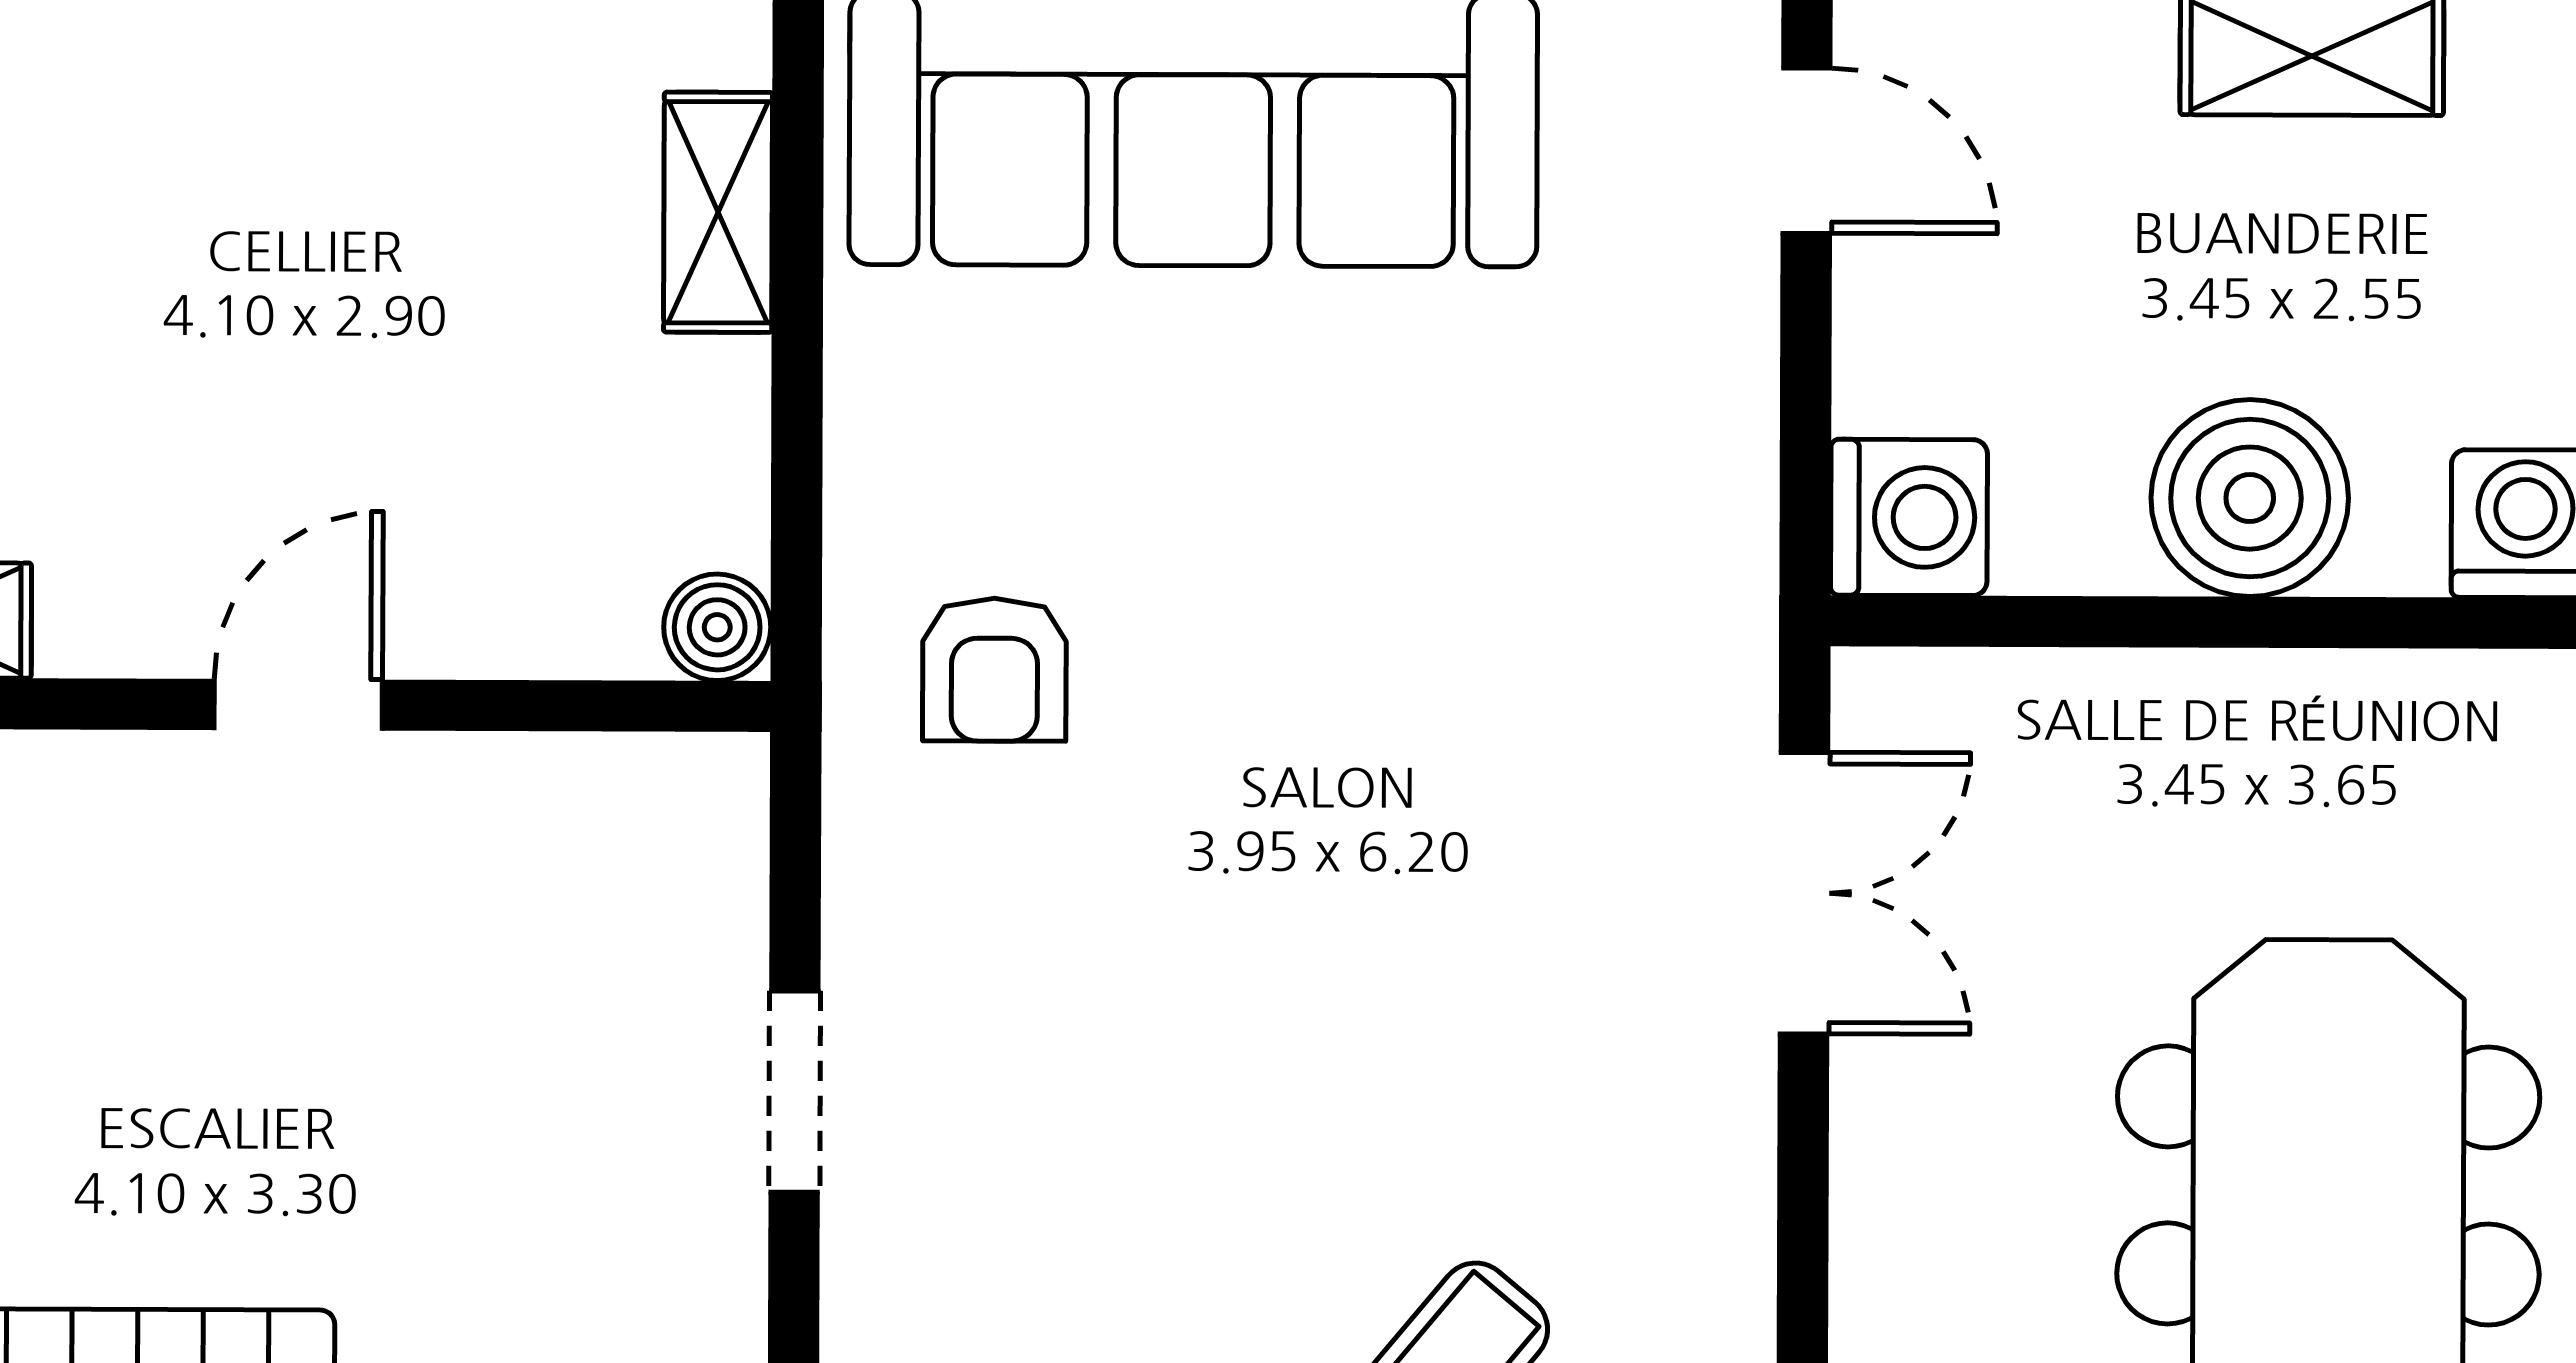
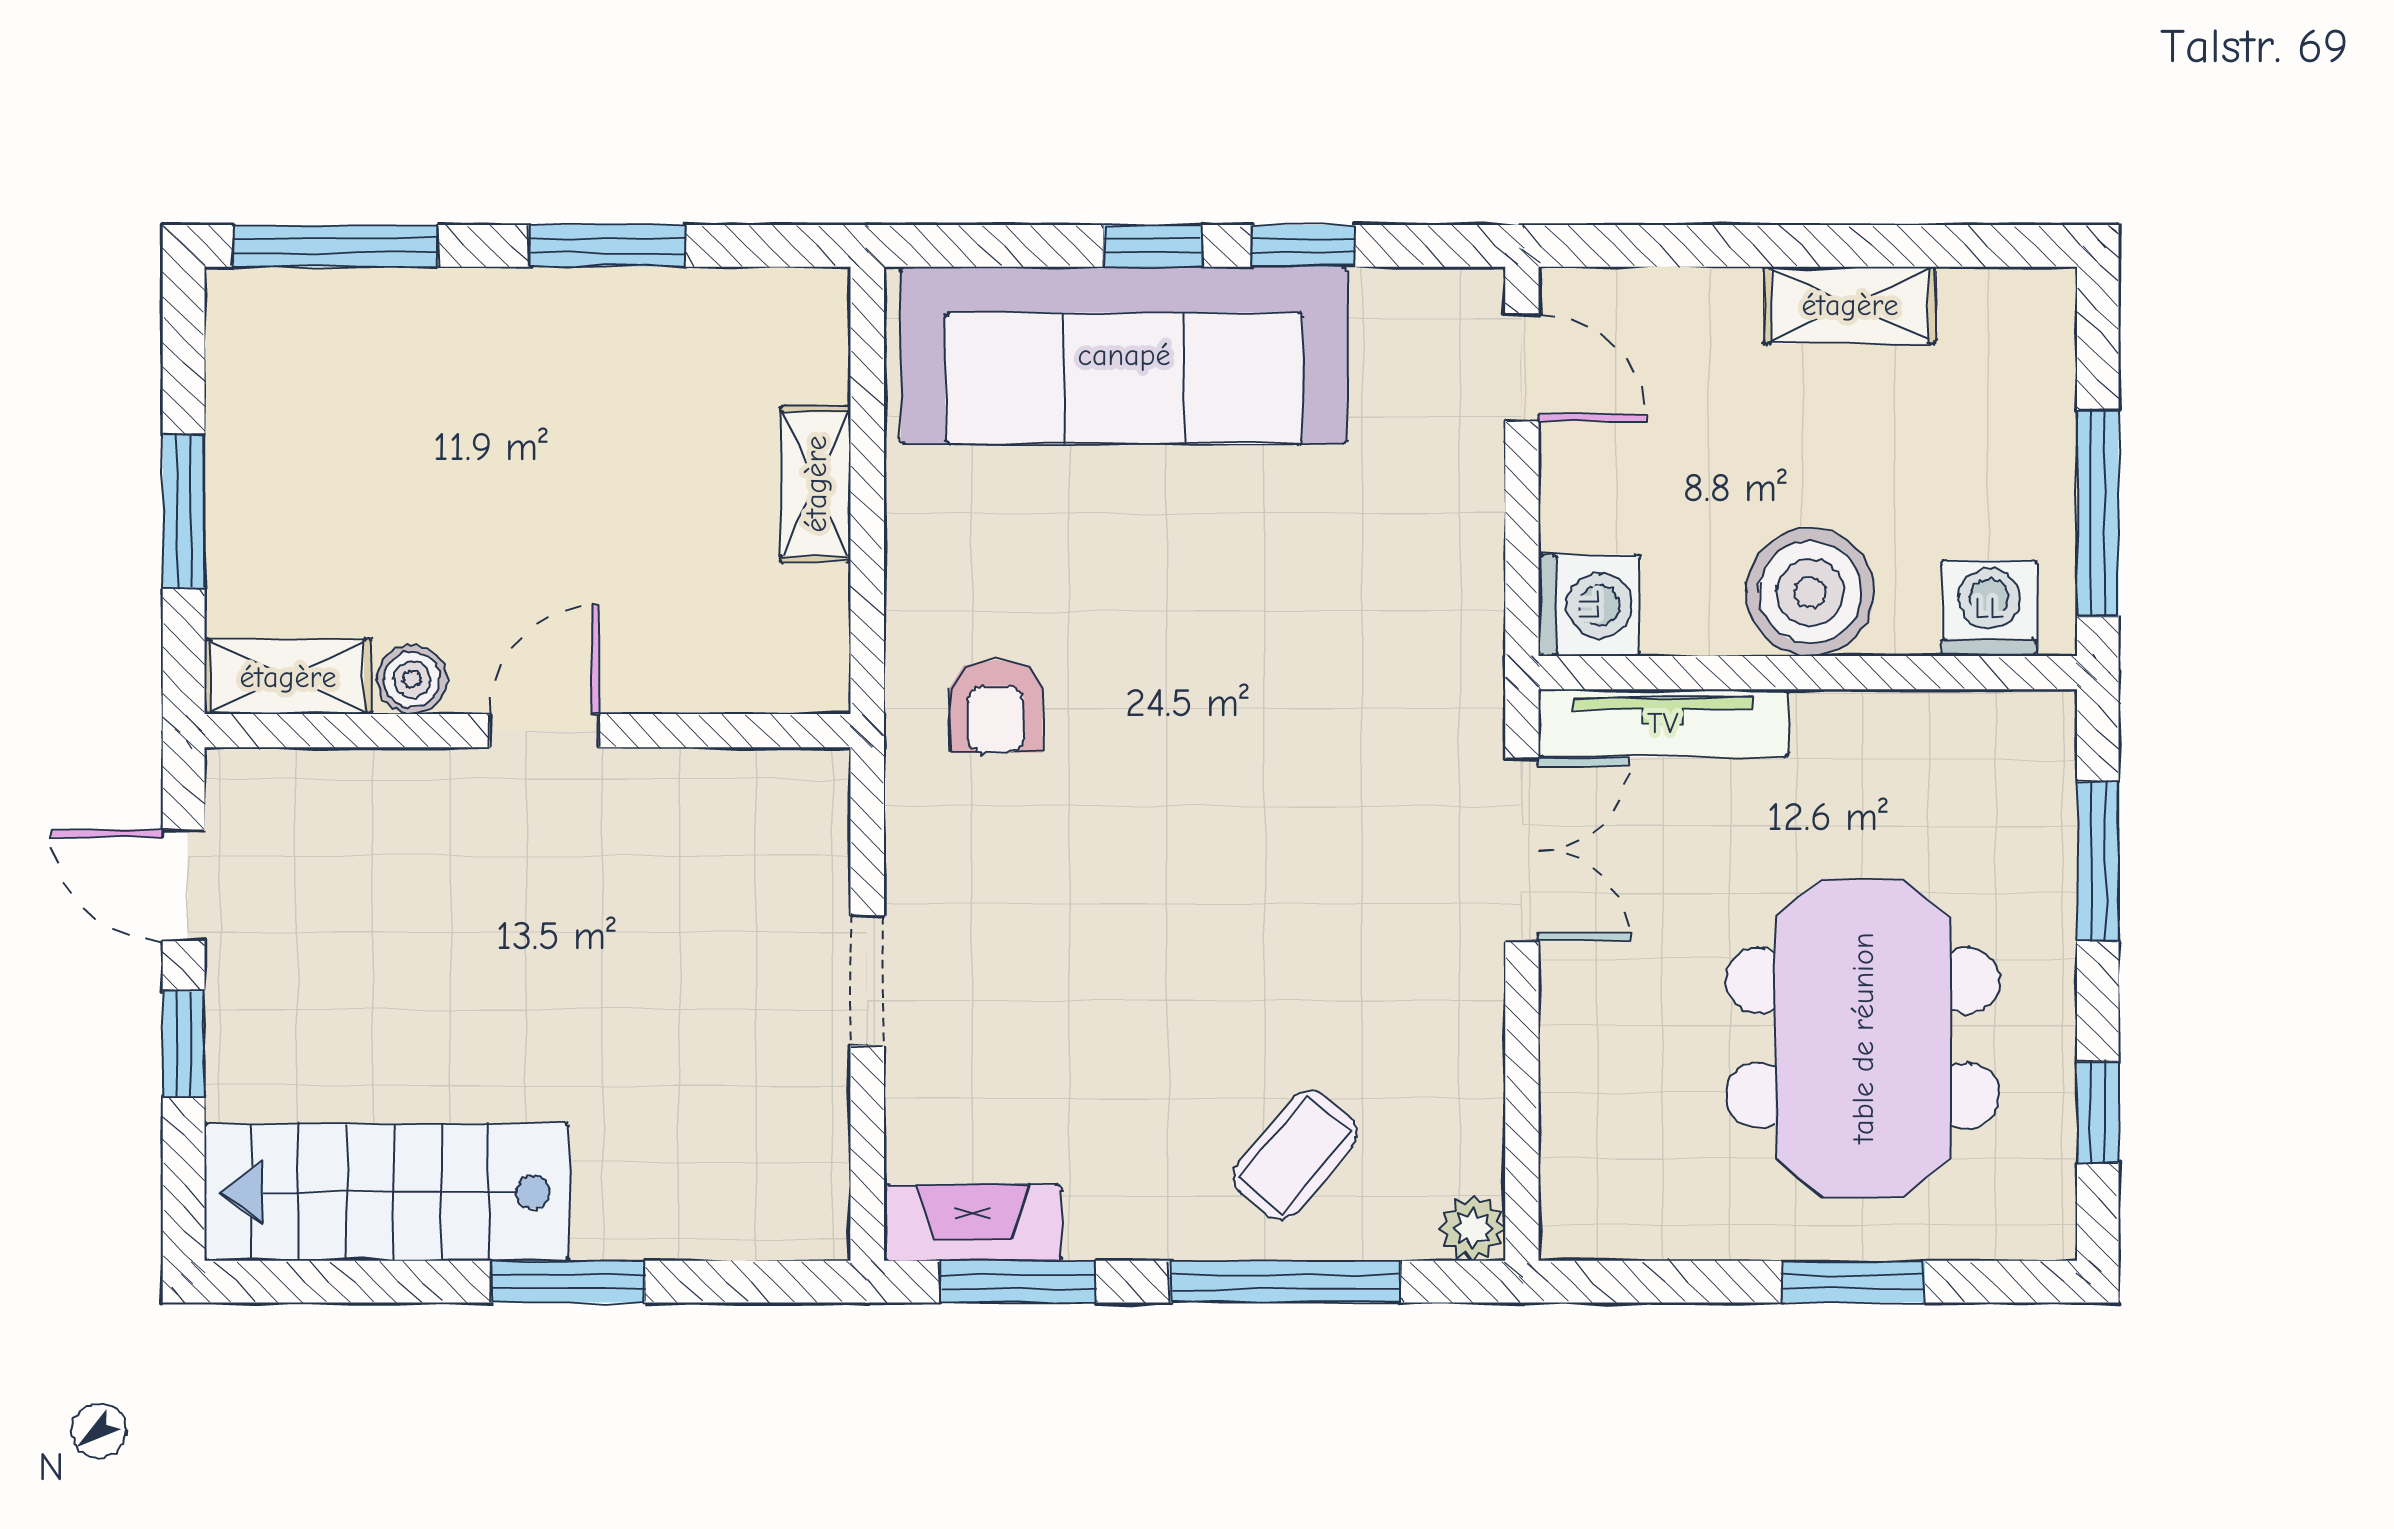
shelving: (718, 212) -> (816, 484), moved
boiler: (717, 627) -> (412, 679), moved
tv unit: (2023, 699) -> (1663, 723), added

